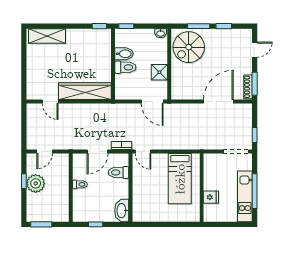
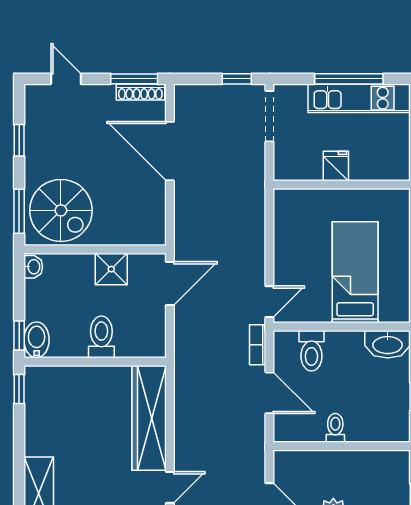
window: (199, 26) -> (19, 211), moved
bidet: (124, 54) -> (37, 340), moved
bed: (180, 179) -> (355, 272), moved, turned -90
fridge: (211, 197) -> (336, 166), moved

